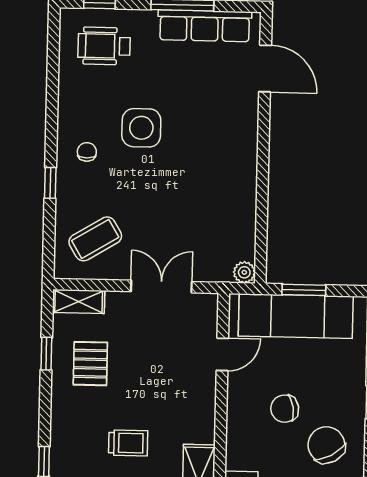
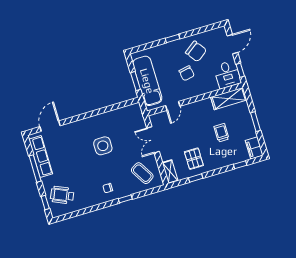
wheelchair: (104, 46) -> (62, 195), turned 114
side table: (141, 128) -> (103, 146), moved
plant: (244, 272) -> (136, 108), removed
door: (222, 354) -> (173, 106), swing flipped
pallet: (90, 364) -> (194, 159), turned 90
chair: (326, 445) -> (196, 51), turned -97

